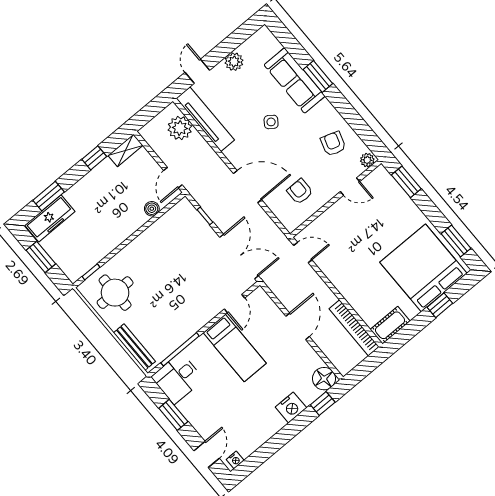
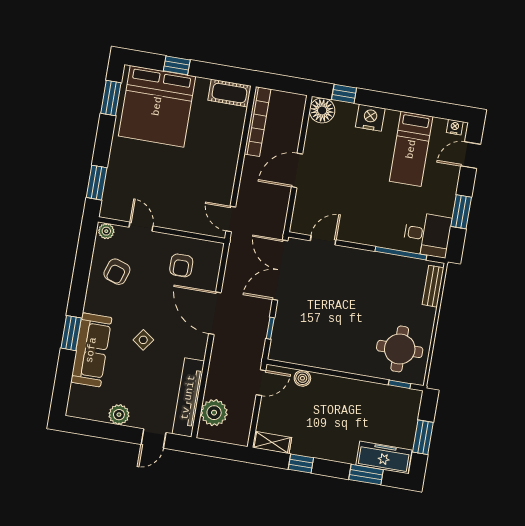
bench: (134, 347) -> (433, 286), width x0.73
bed: (235, 348) -> (411, 149), moved, turned 180

